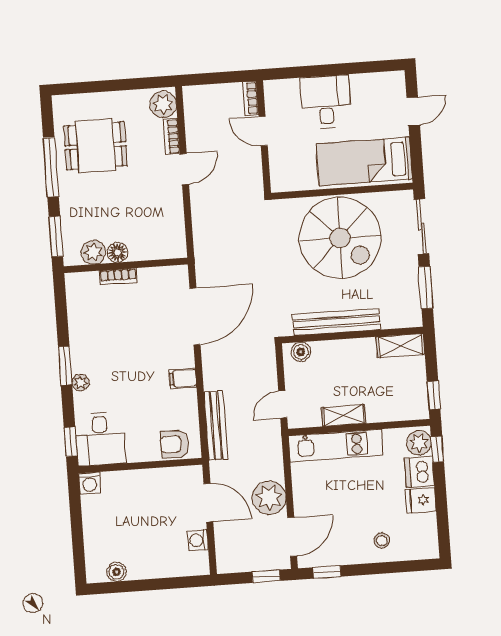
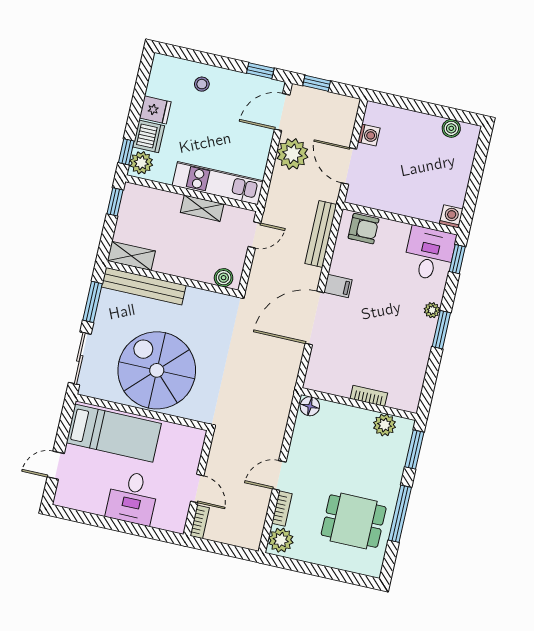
floor lamp: (118, 252) -> (310, 406), moved
door: (195, 316) -> (315, 318), moved
bench: (336, 322) -> (144, 286), moved

